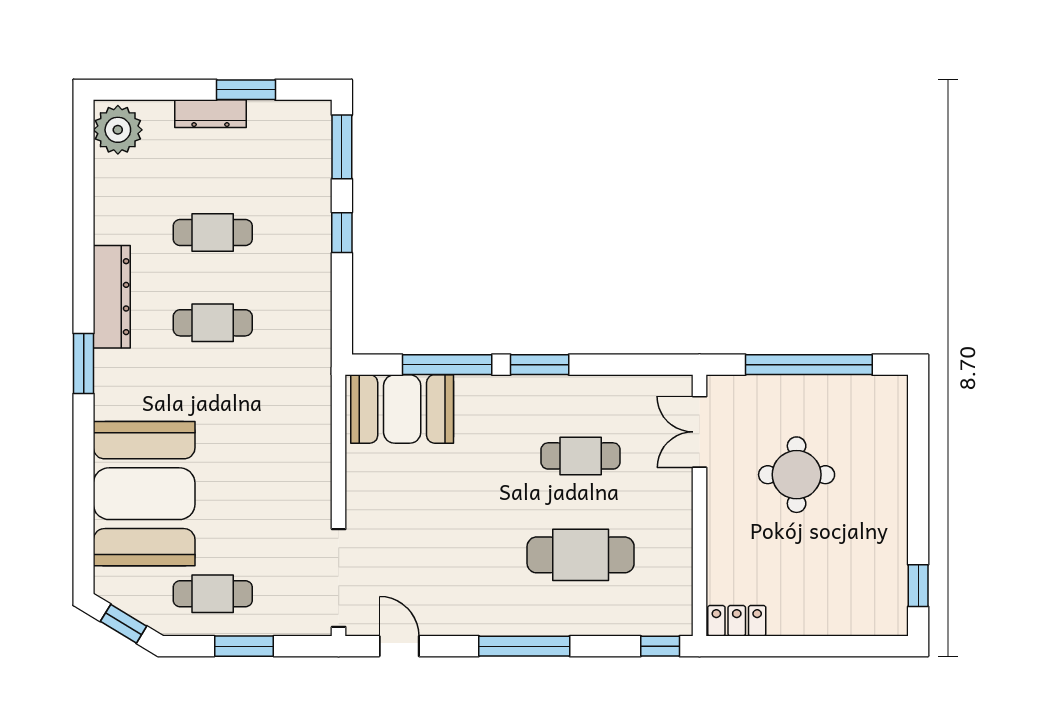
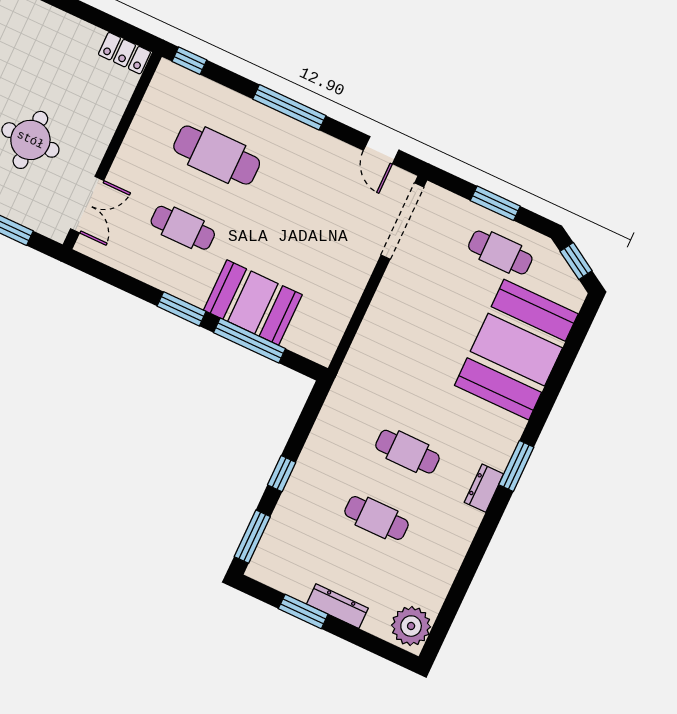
dresser: (112, 297) -> (484, 488), width x0.51, depth x0.80
booth: (402, 409) -> (253, 302), moved

